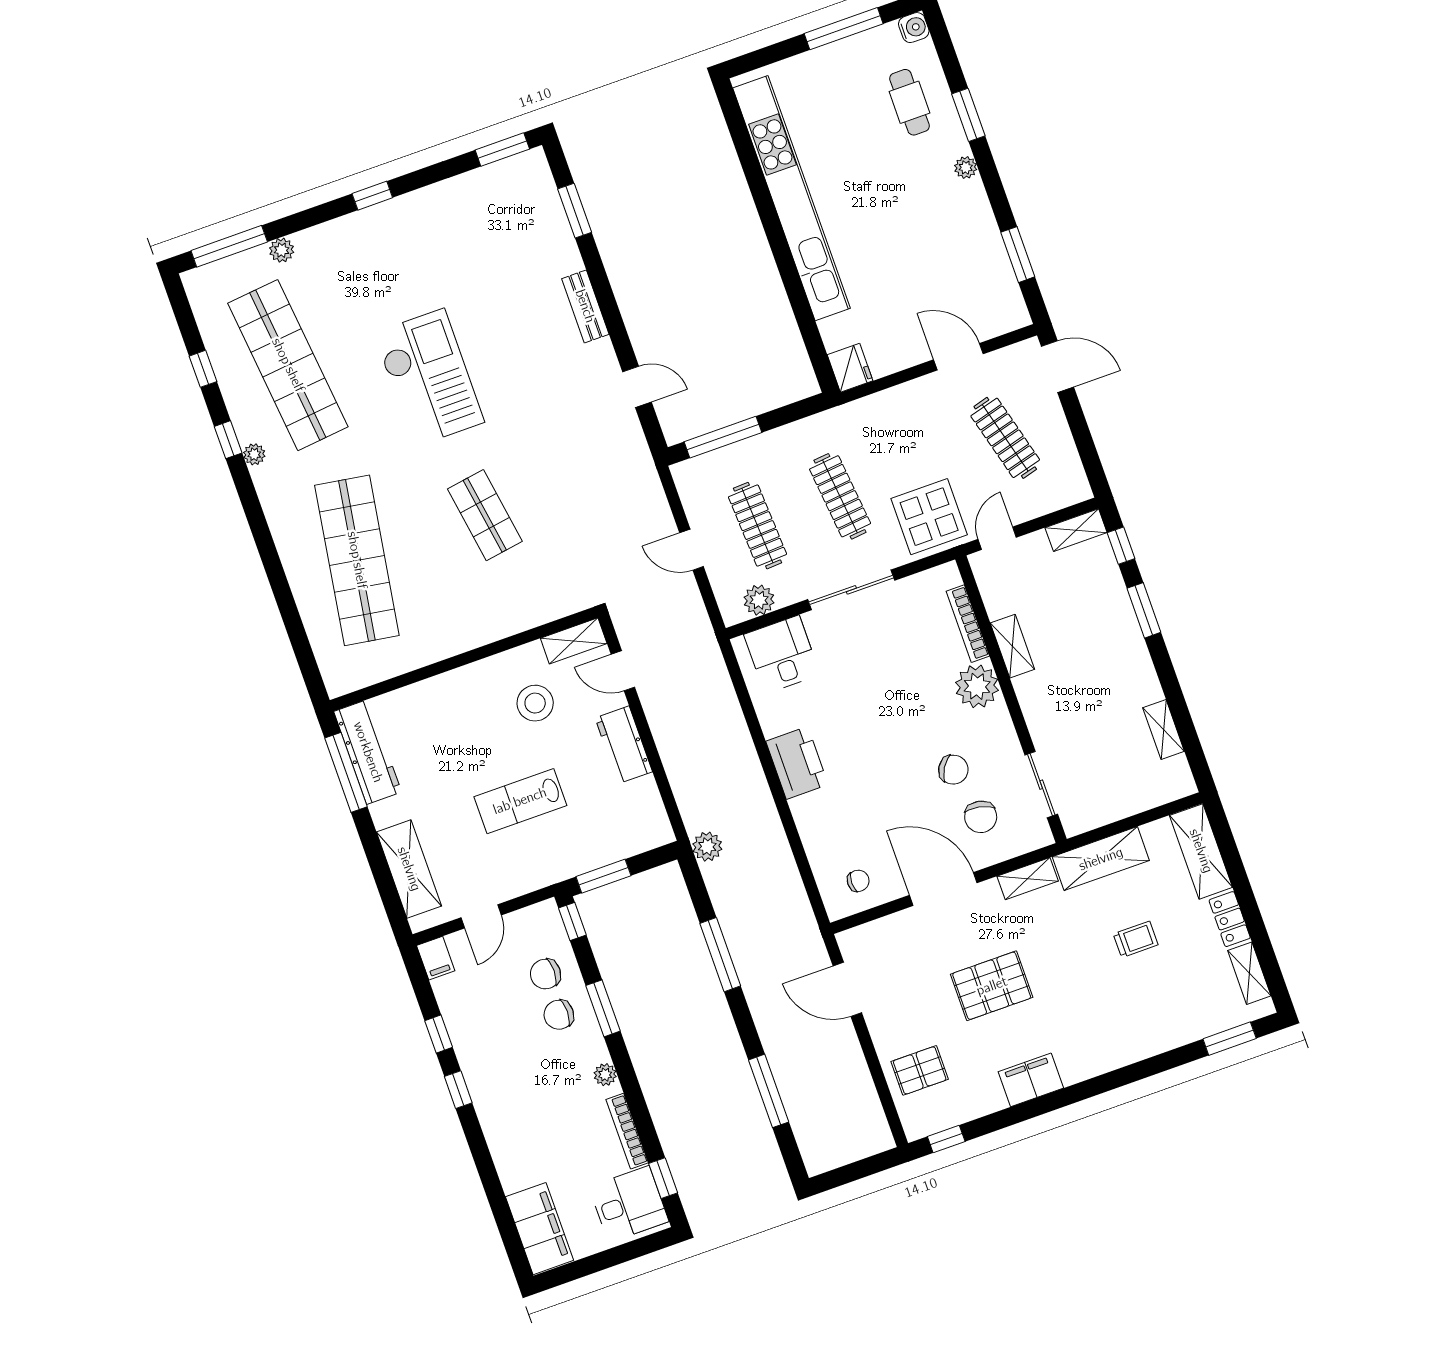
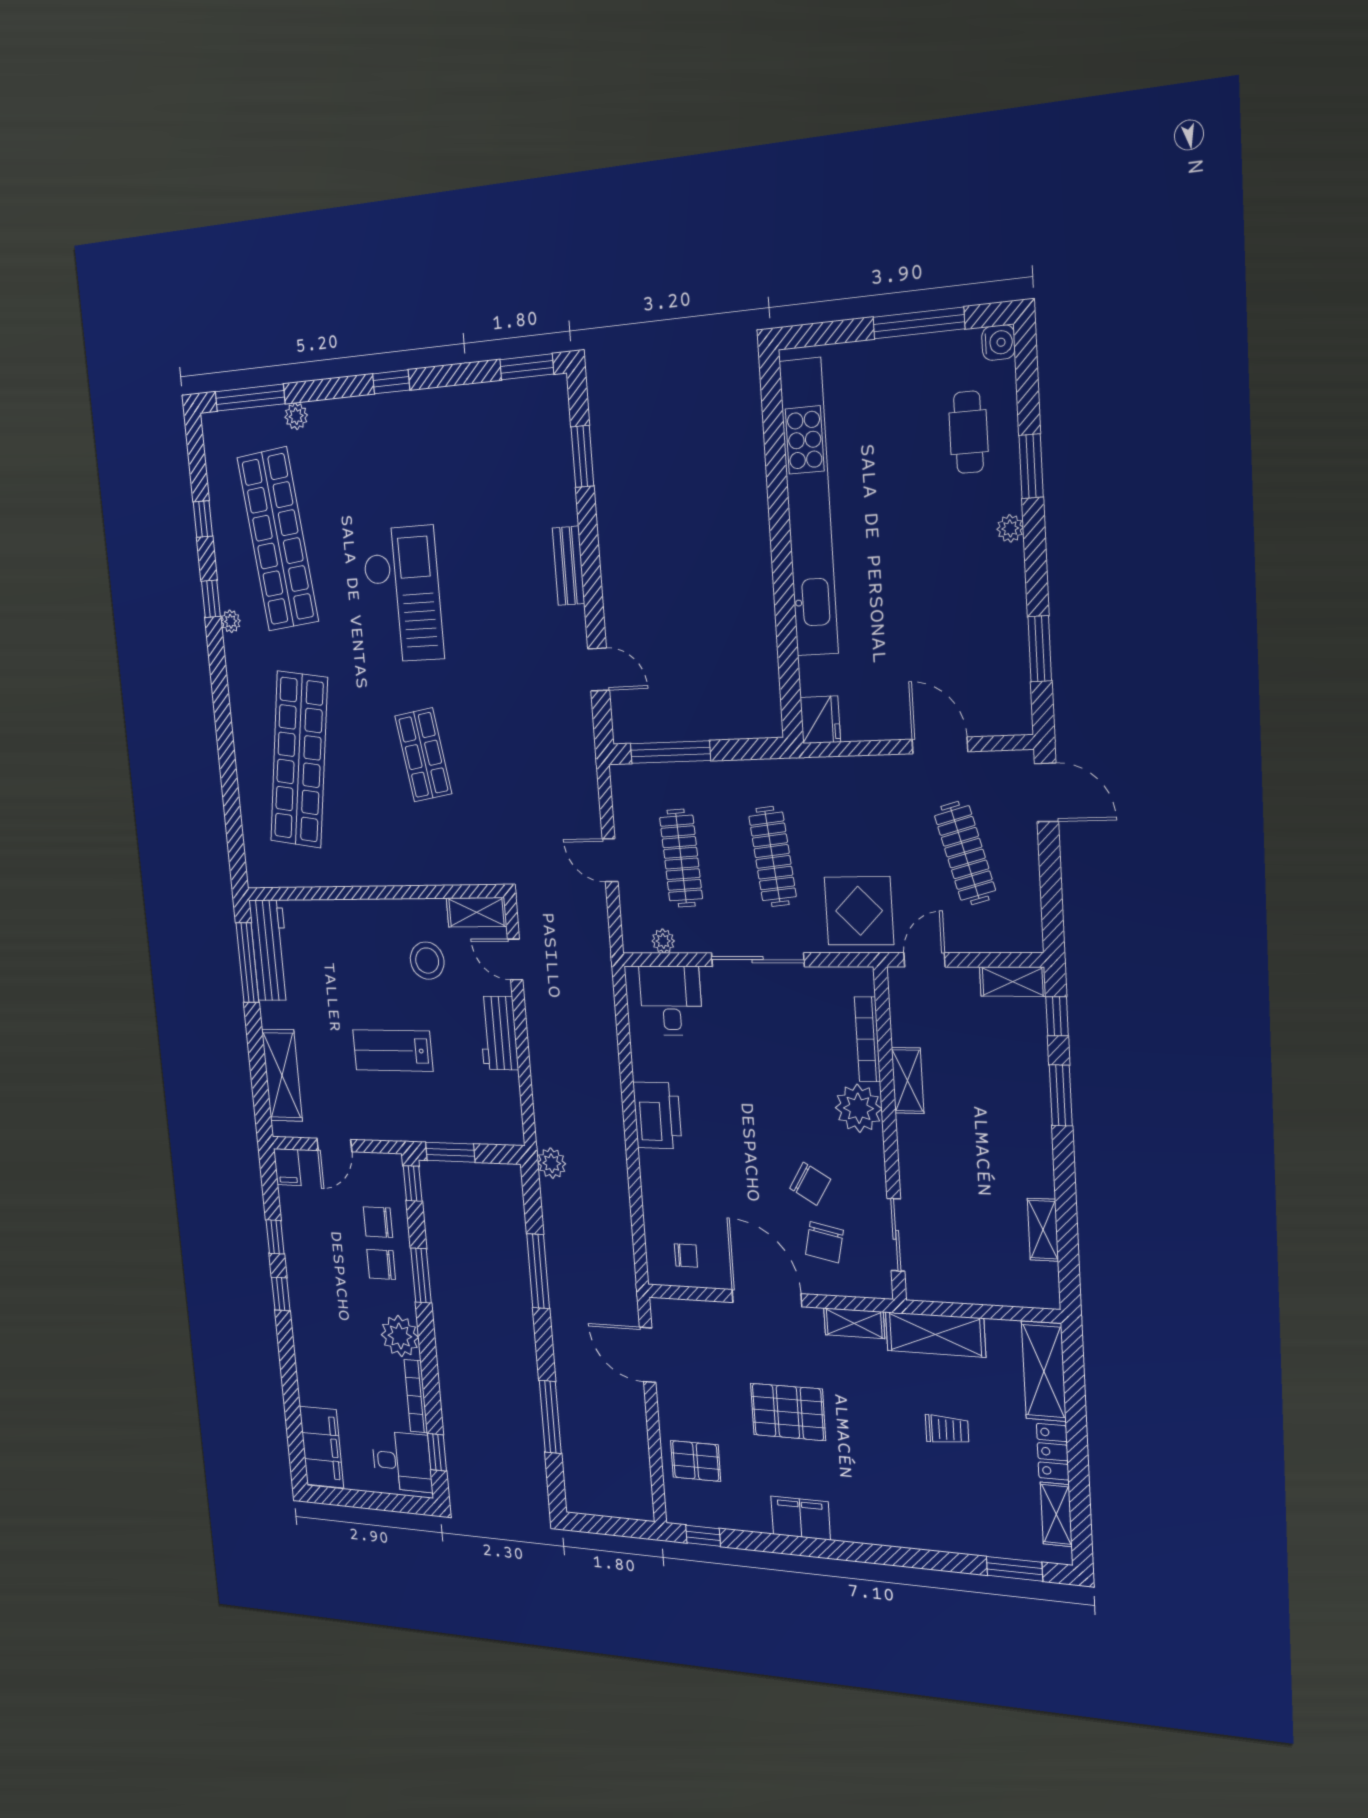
plant: (759, 600) -> (663, 941), width x0.73, depth x0.73
plant: (605, 1075) -> (400, 1336), width x1.88, depth x1.88

